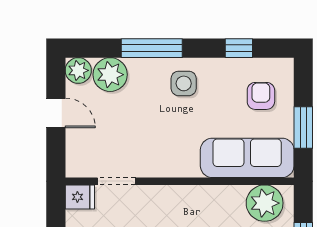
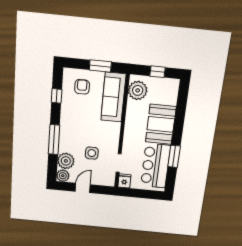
side table: (184, 83) -> (92, 153), moved
armchair: (261, 96) -> (82, 87), turned 90

